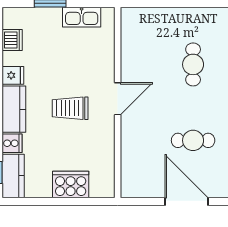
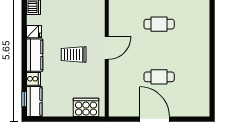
cafe table: (193, 64) -> (159, 24), turned 90
cooker: (71, 185) -> (86, 107), moved

